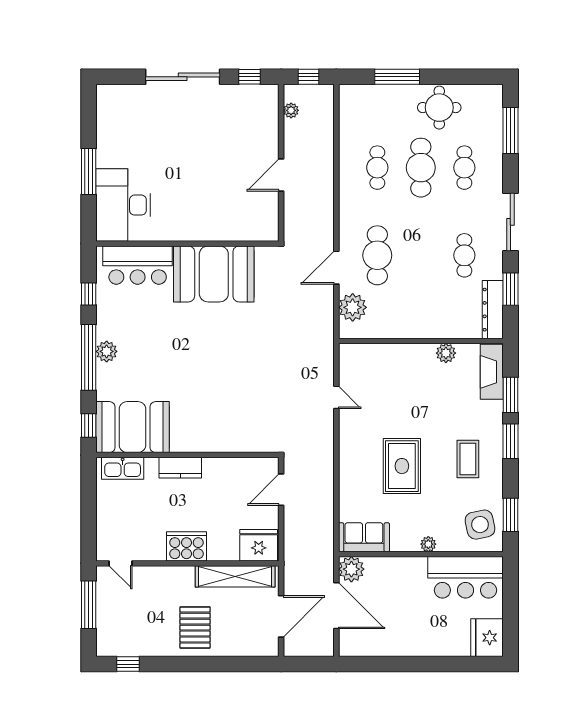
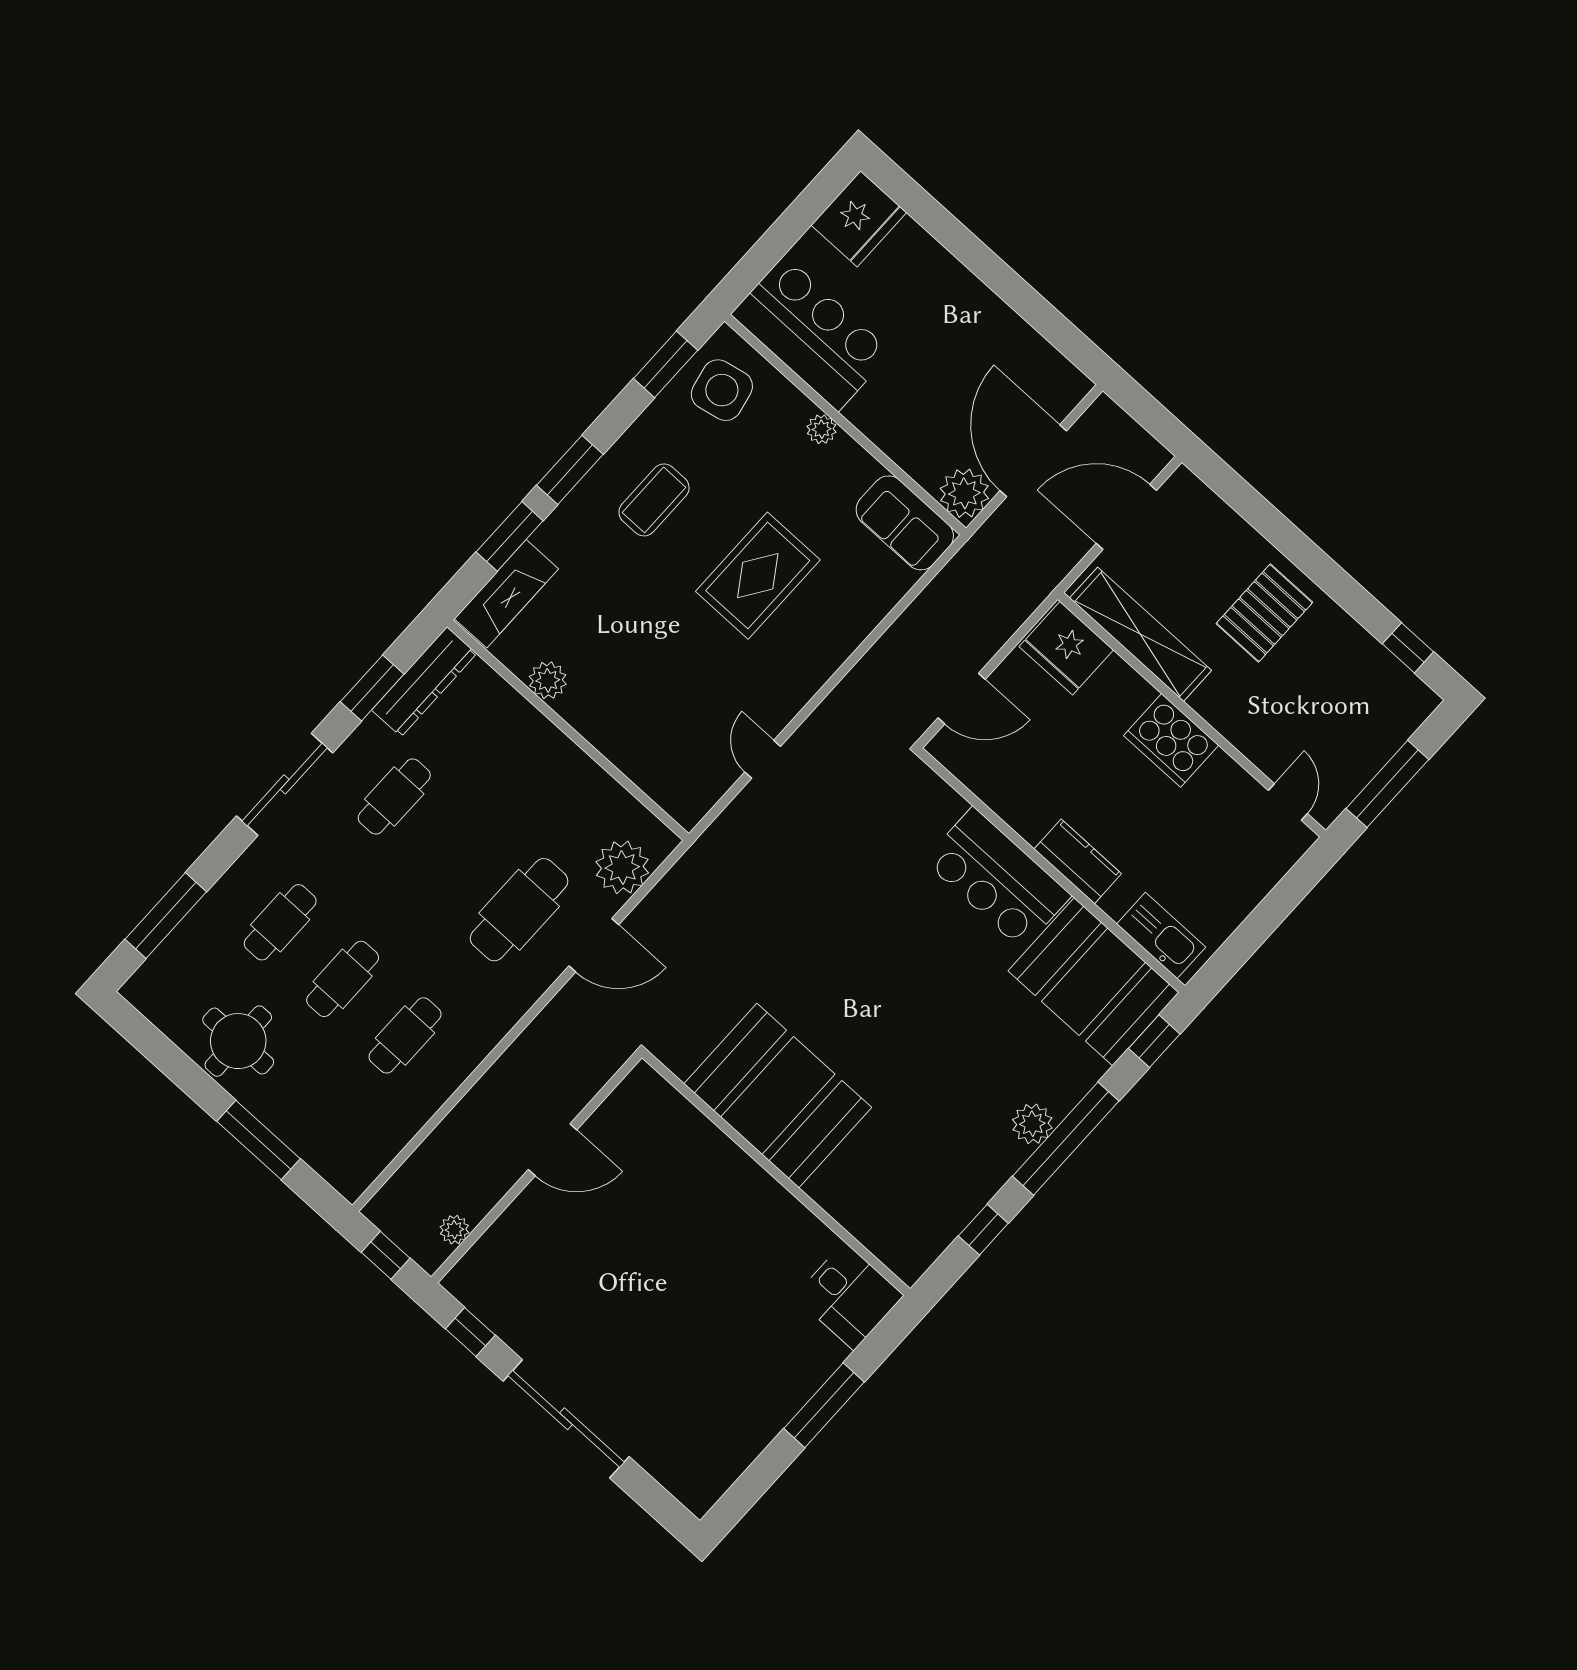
cafe table: (421, 168) -> (343, 979), width x0.73, depth x0.74
desk: (123, 205) -> (849, 1296), width x0.53, depth x0.77
bar counter: (138, 265) -> (998, 878), moved, turned 180

